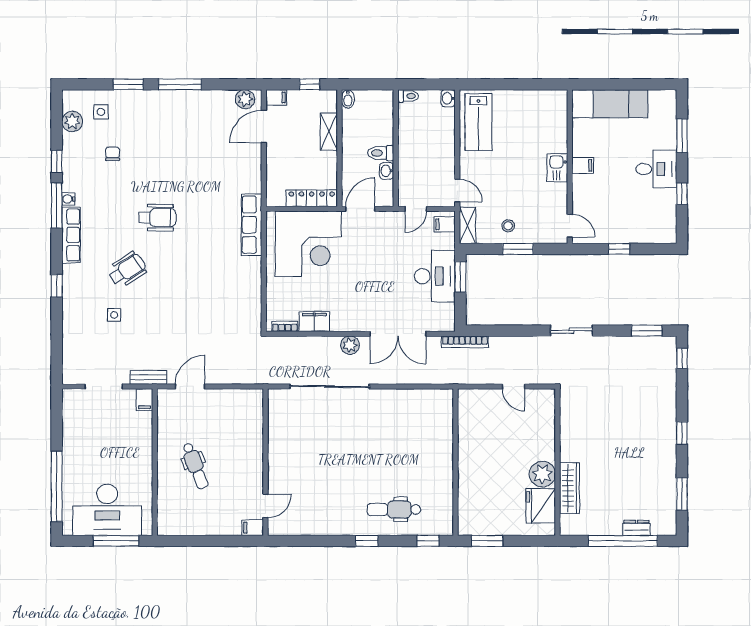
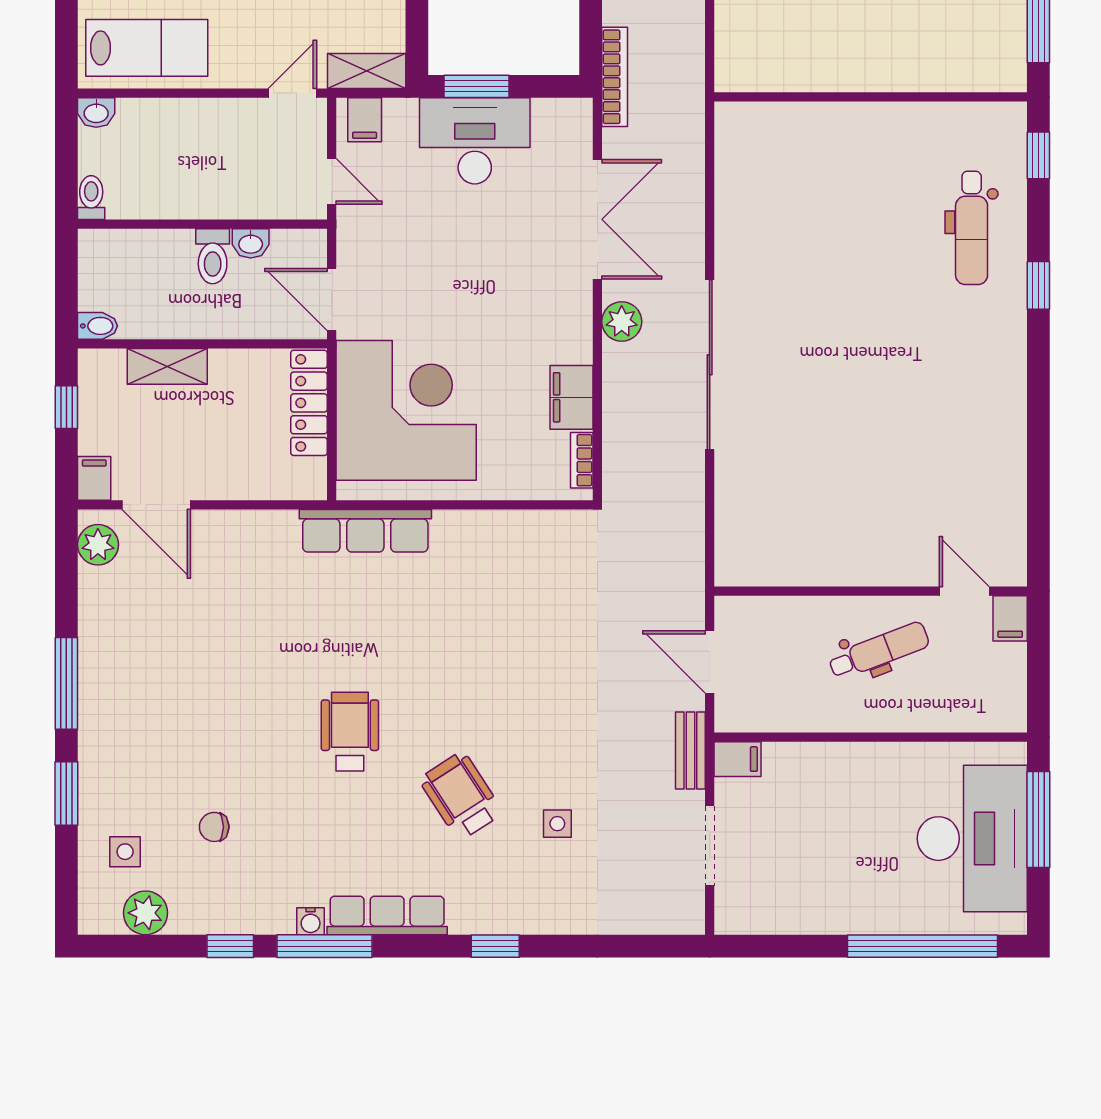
wall: (266, 462) -> (871, 591), moved
door: (266, 506) -> (964, 591), moved
filing cabinet: (253, 528) -> (1010, 618), moved

